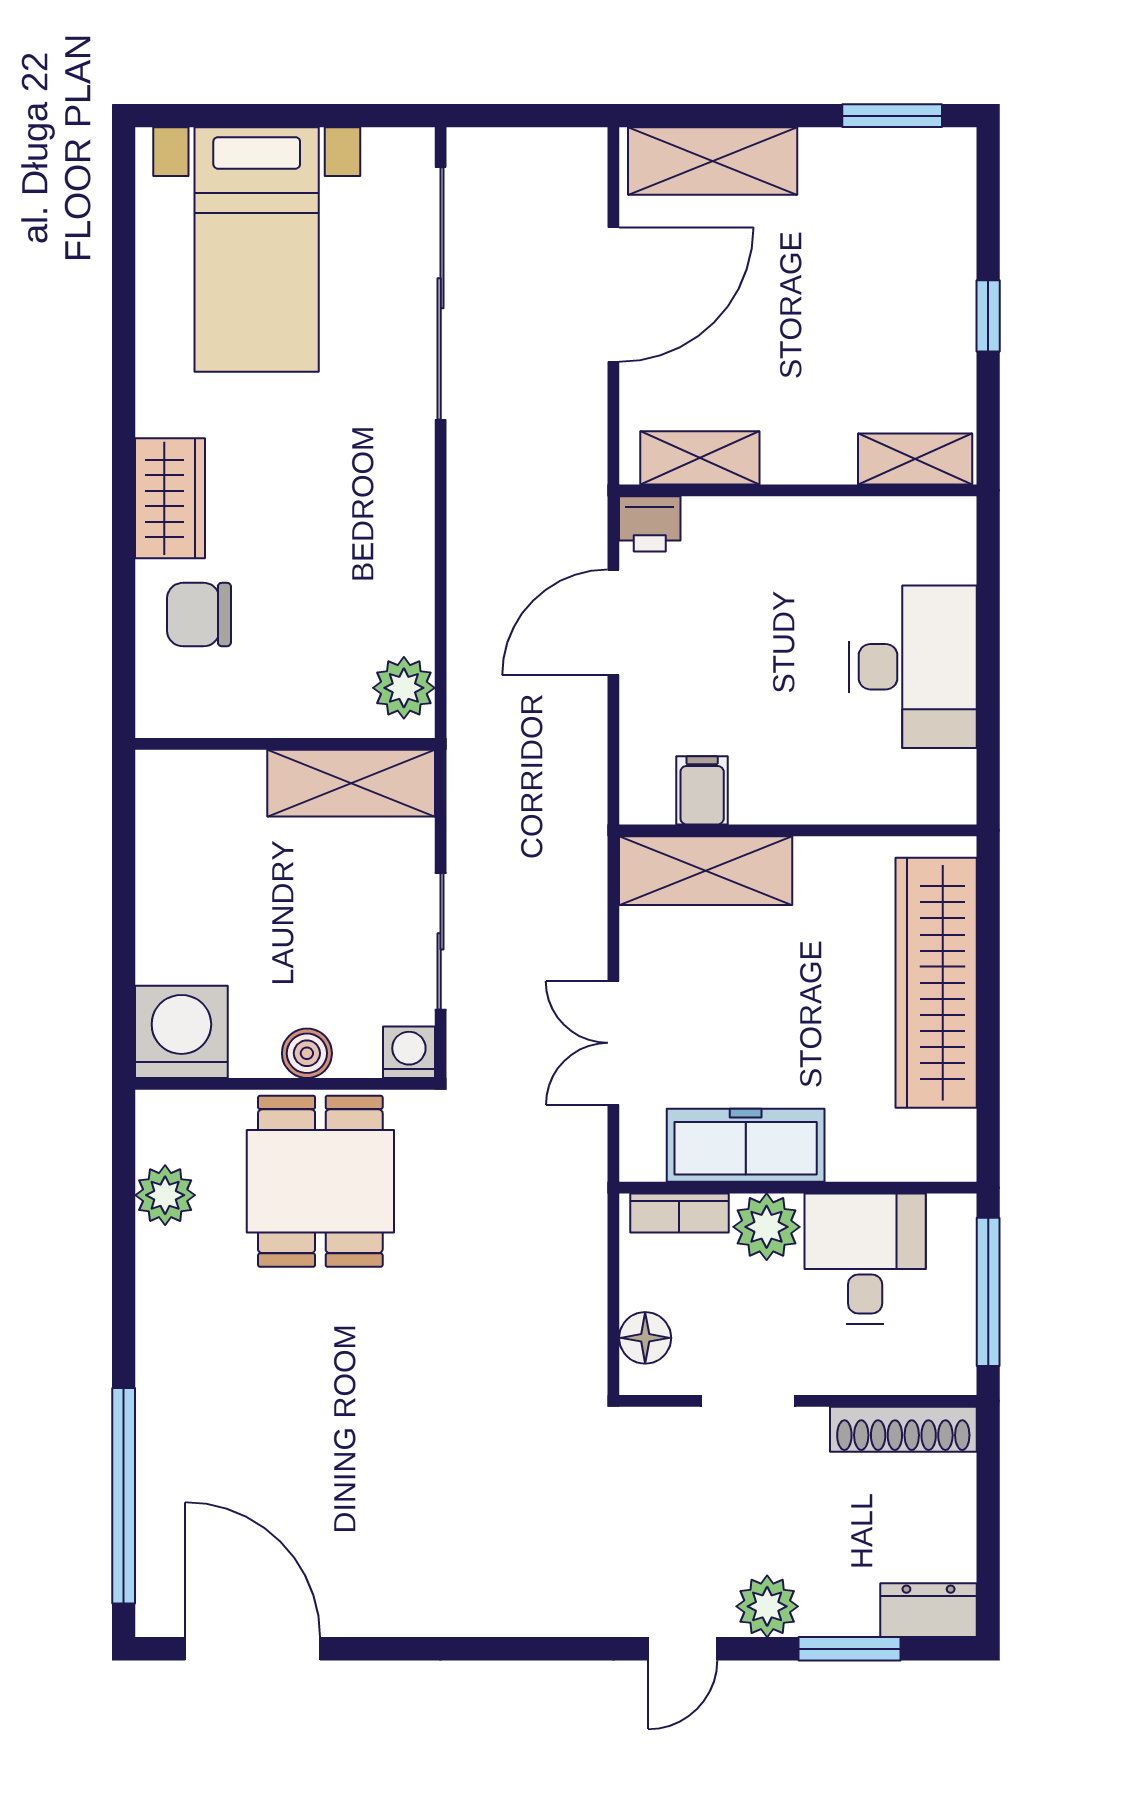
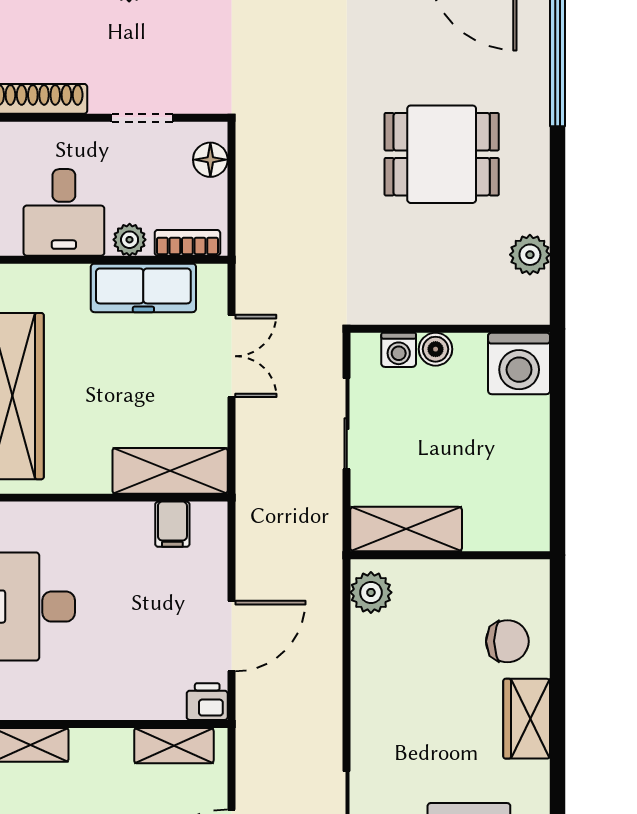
washing machine: (409, 1052) -> (399, 350), moved
dining table: (320, 1181) -> (442, 154), moved, turned 90
plant: (767, 1227) -> (130, 240), width x0.73, depth x0.73

